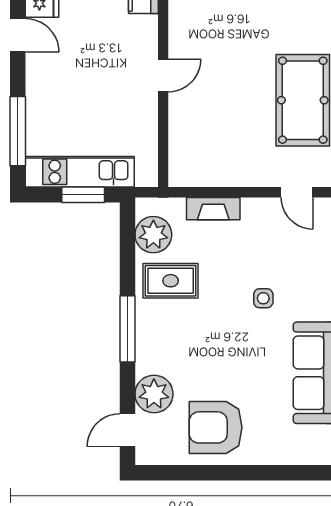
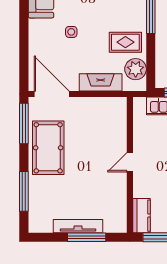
door: (297, 192) -> (52, 94), width x1.87
fireplace: (213, 209) -> (101, 82), width x1.37, depth x1.32

